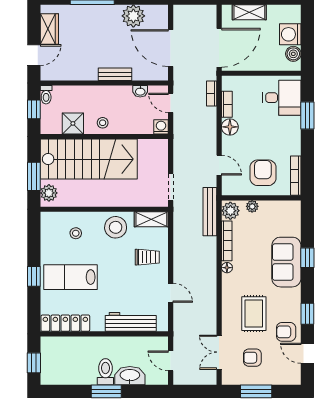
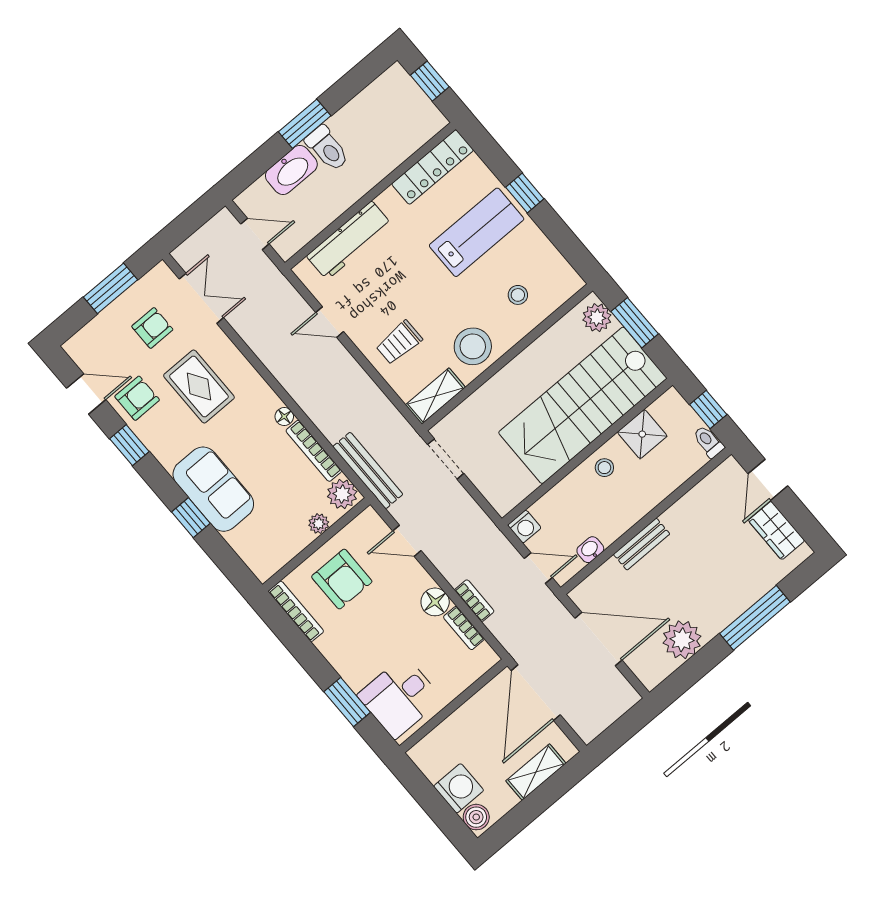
boiler: (293, 54) -> (476, 817), moved
bookcase: (212, 93) -> (474, 601), moved

